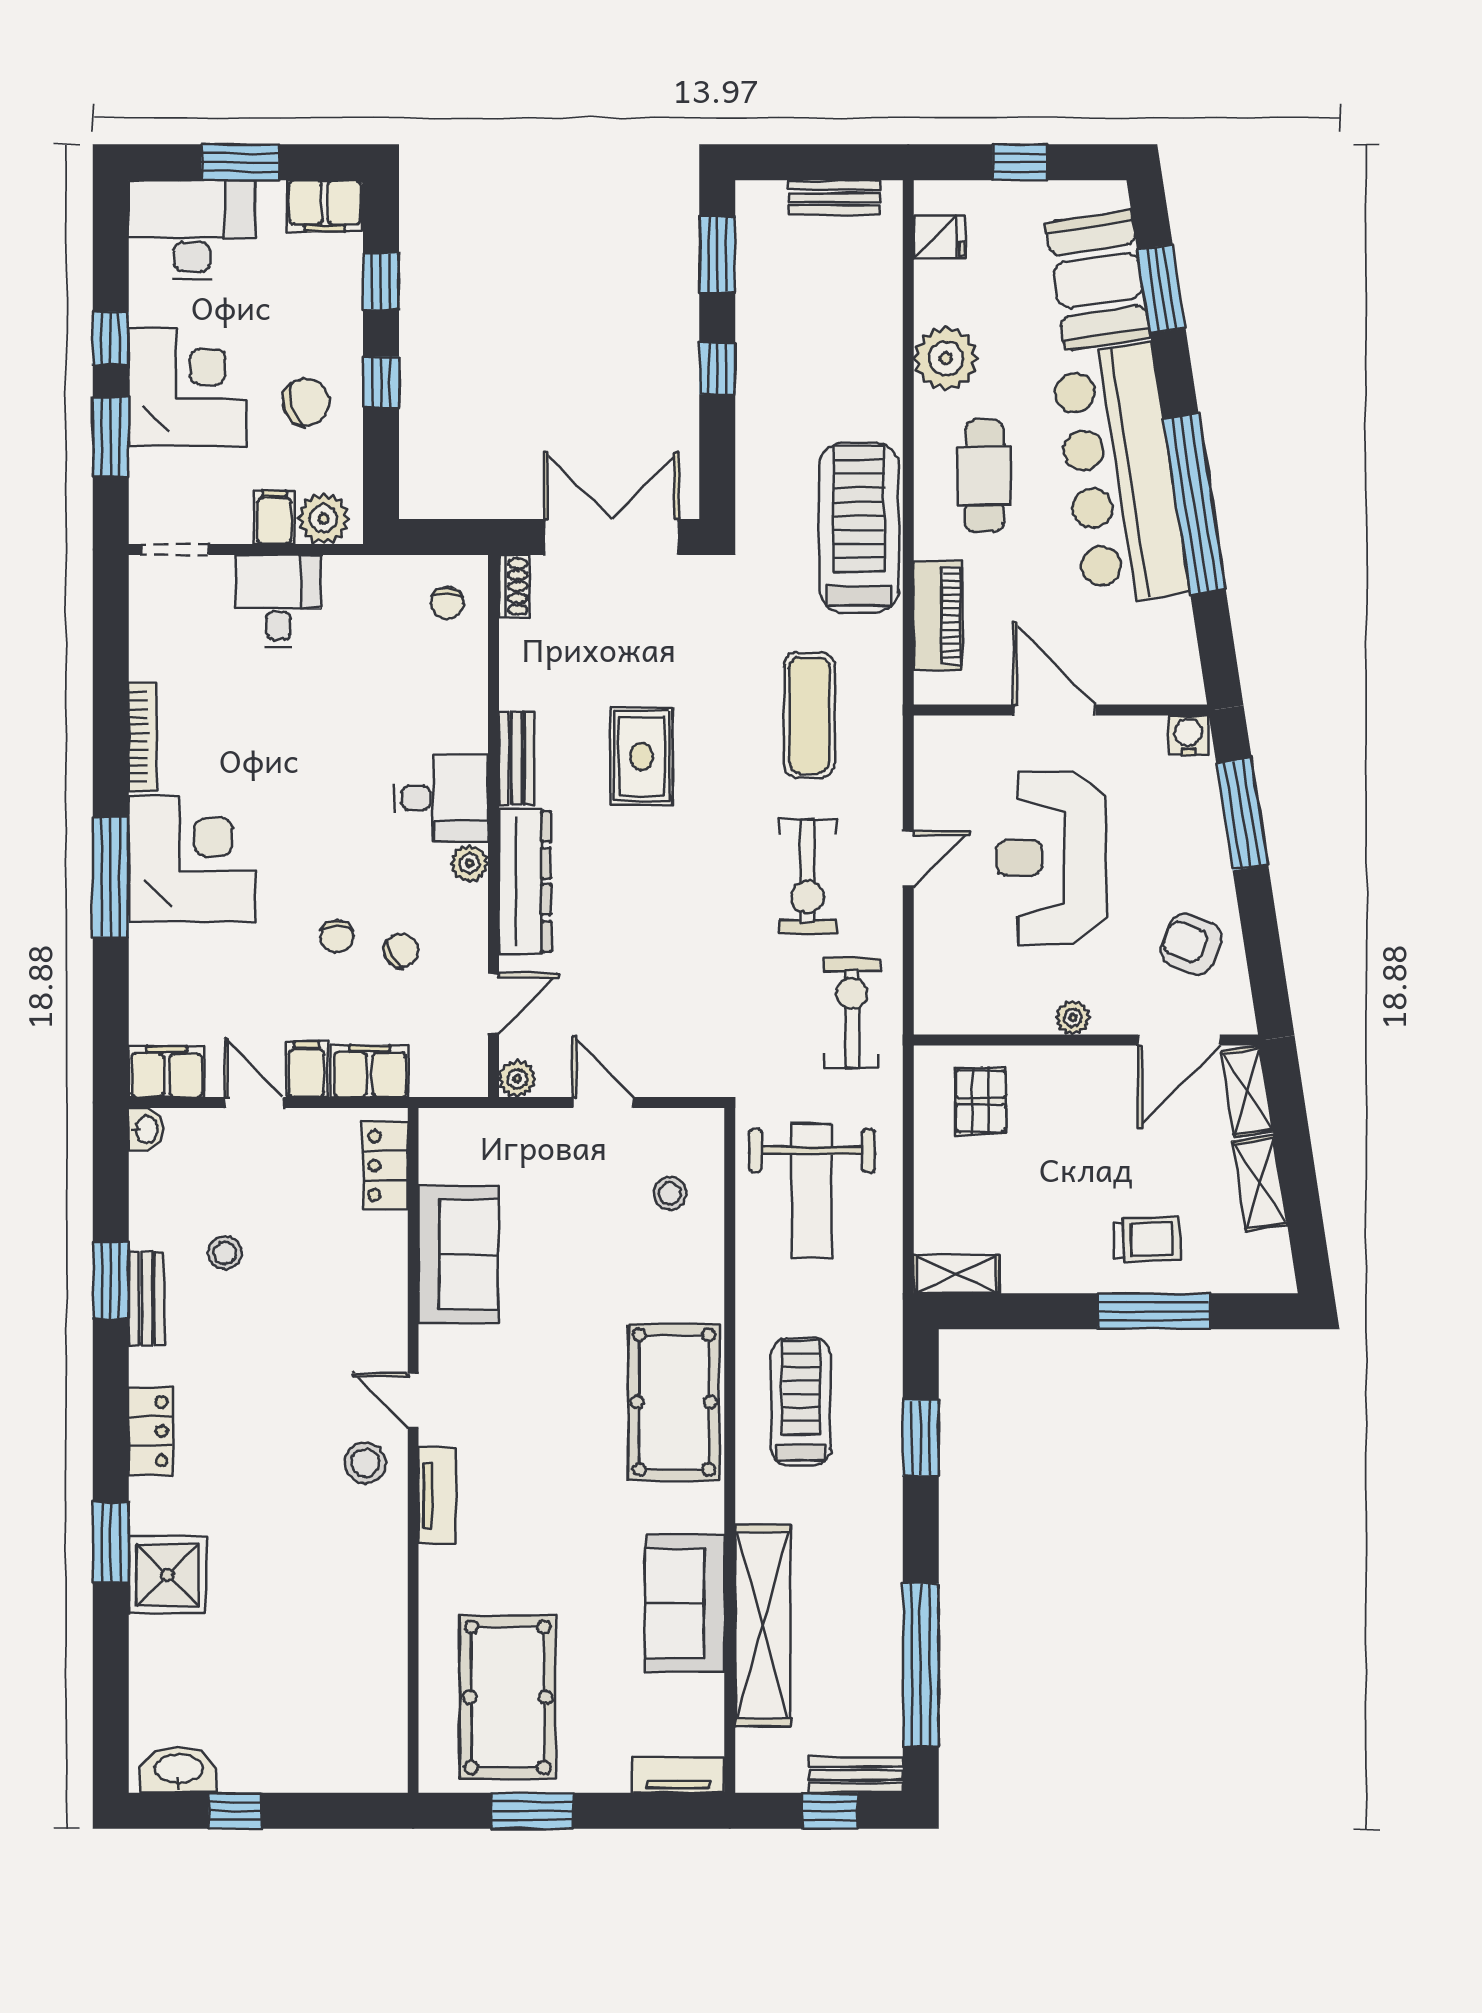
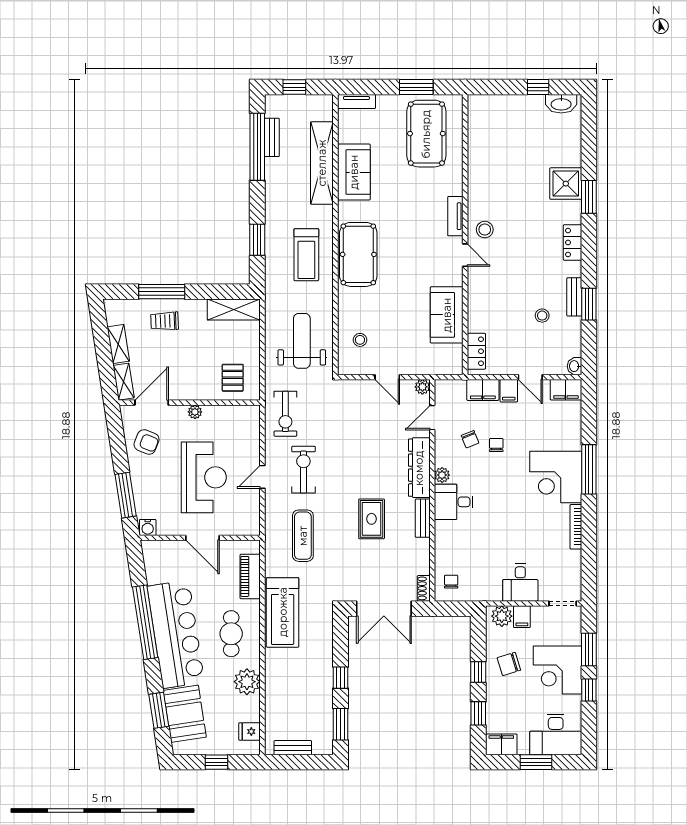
chair: (401, 951) -> (470, 439), turned -80
shelving: (957, 1274) -> (234, 309), width x1.50, depth x1.33
bench: (856, 1775) -> (272, 137), moved, turned 90

